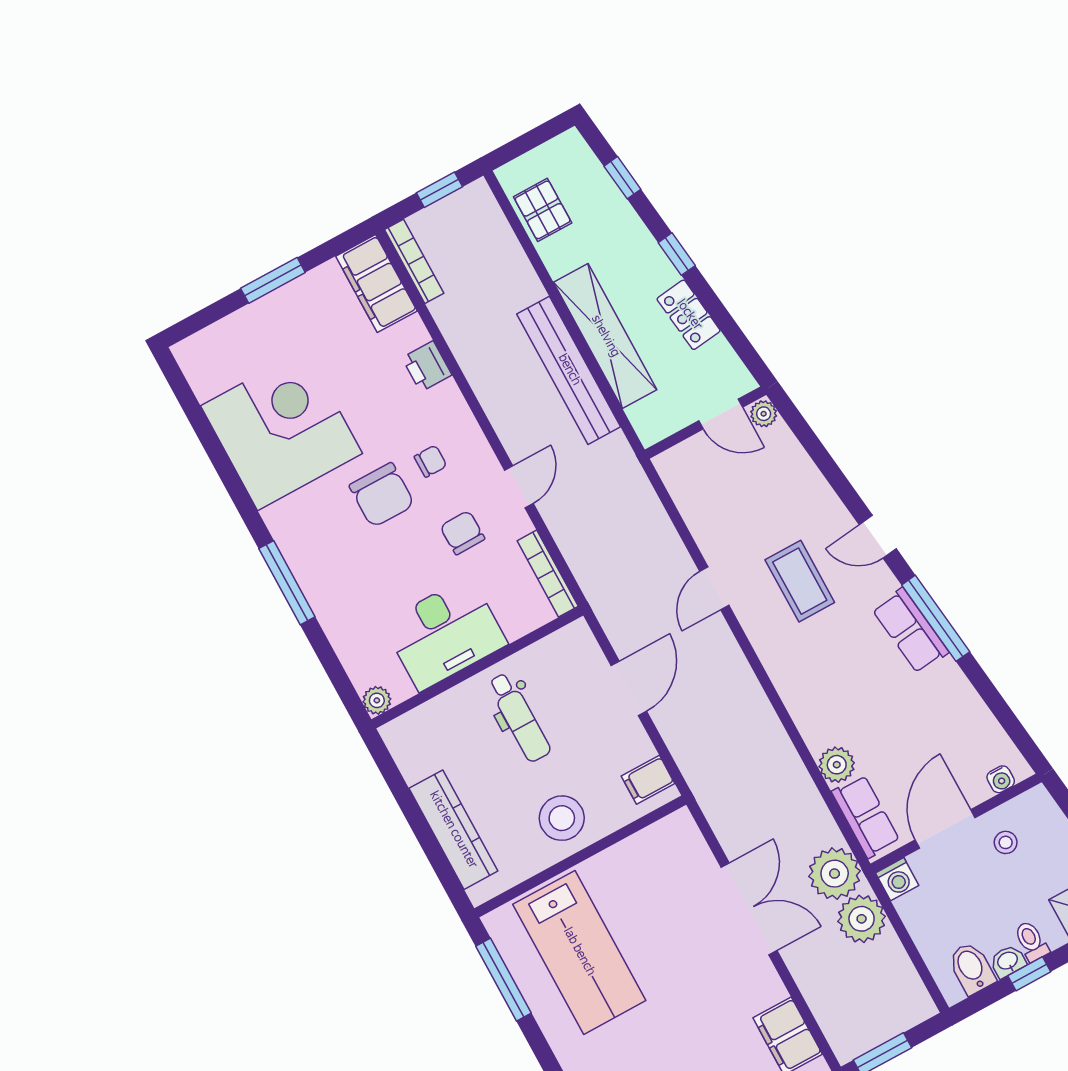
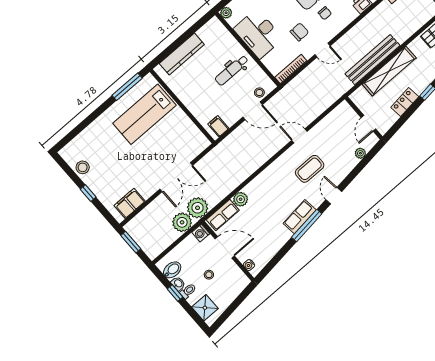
plant: (764, 414) -> (360, 153), moved
stool: (562, 818) -> (259, 93), moved, width x0.53, depth x0.53
stool: (1006, 842) -> (209, 275), moved

